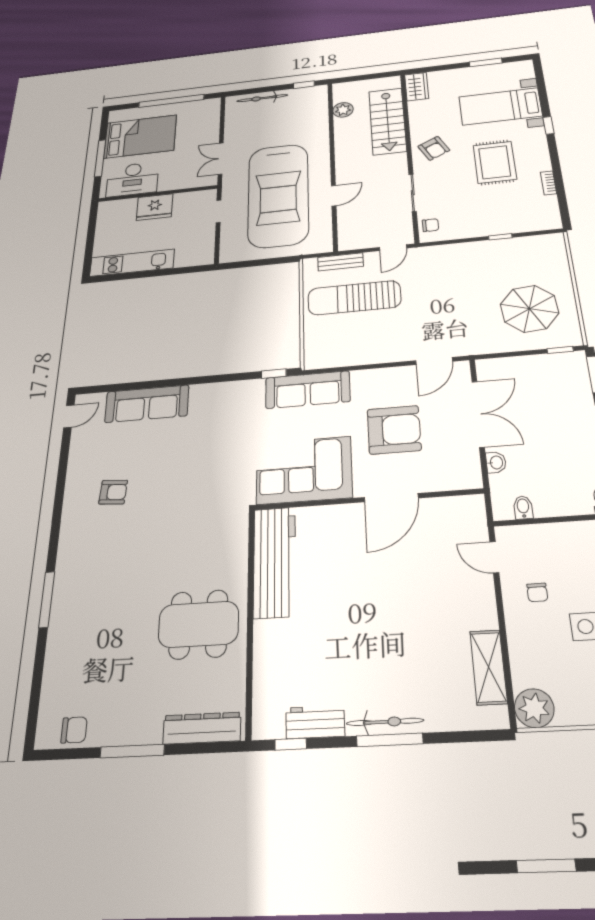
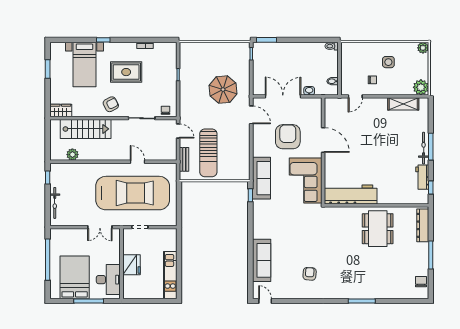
parasol: (530, 309) -> (223, 90), moved

